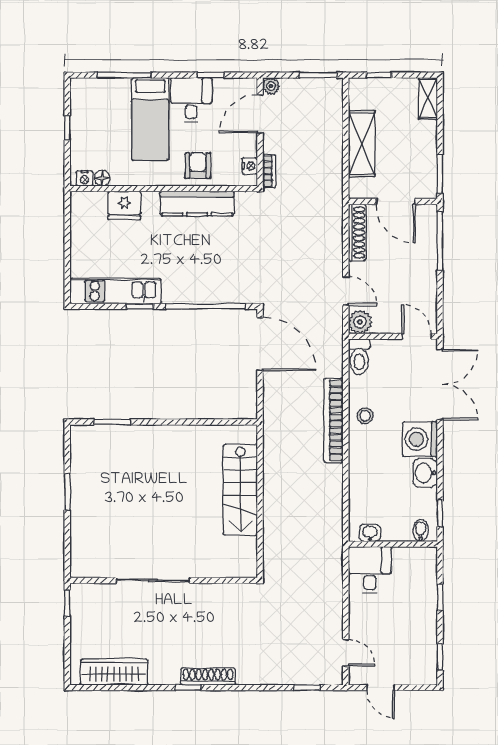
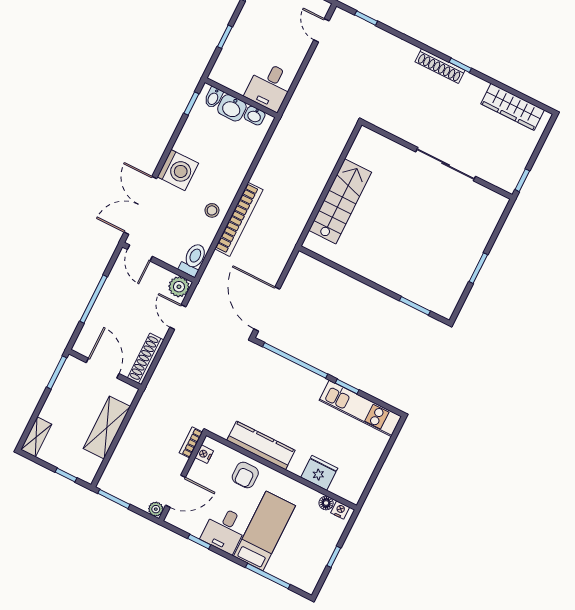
window: (440, 241) -> (93, 299), moved
washbasin: (425, 473) -> (232, 108), moved, turned 90

